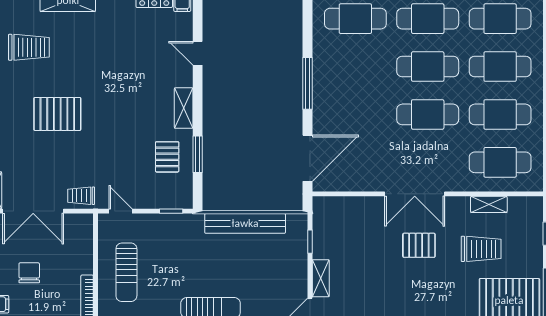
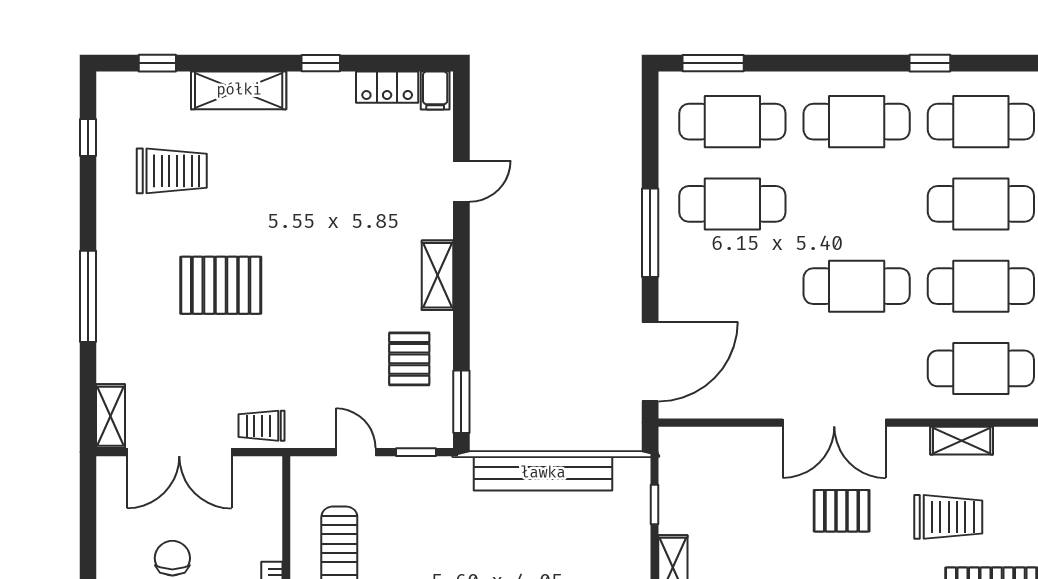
door: (198, 53) -> (461, 181), swing flipped
cafe table: (428, 67) -> (732, 204), moved
window: (198, 154) -> (461, 402), moved
door: (121, 211) -> (356, 452), moved

